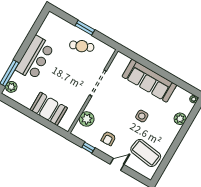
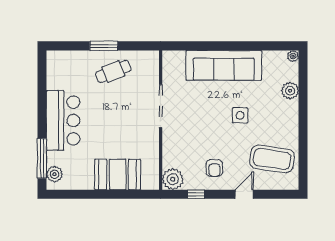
plant: (87, 119) -> (173, 179), moved

